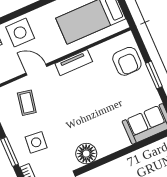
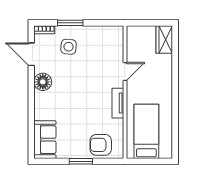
side table: (20, 33) -> (159, 72), removed
coffee table: (27, 103) -> (102, 53), removed

